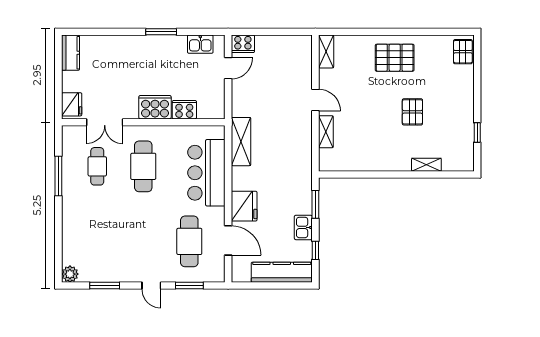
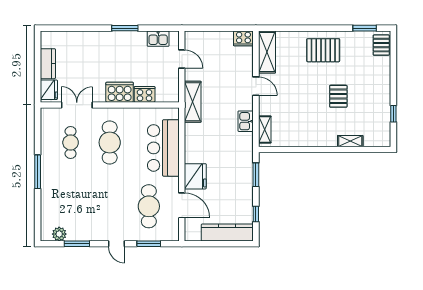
window: (443, 32) -> (365, 28), added
cooker: (243, 44) -> (243, 38), moved
shelving: (326, 51) -> (267, 52), width x1.50, depth x1.33
kitchen counter: (70, 53) -> (48, 64), moved
door: (228, 68) -> (182, 59), hinge flipped
double door: (105, 122) -> (77, 105), swing flipped
shelving: (326, 132) -> (265, 129), moved
shelving: (241, 142) -> (193, 102), moved
window: (58, 176) -> (38, 172), moved
kitchen sink: (303, 227) -> (246, 121), moved
plant: (70, 274) -> (59, 234), moved

